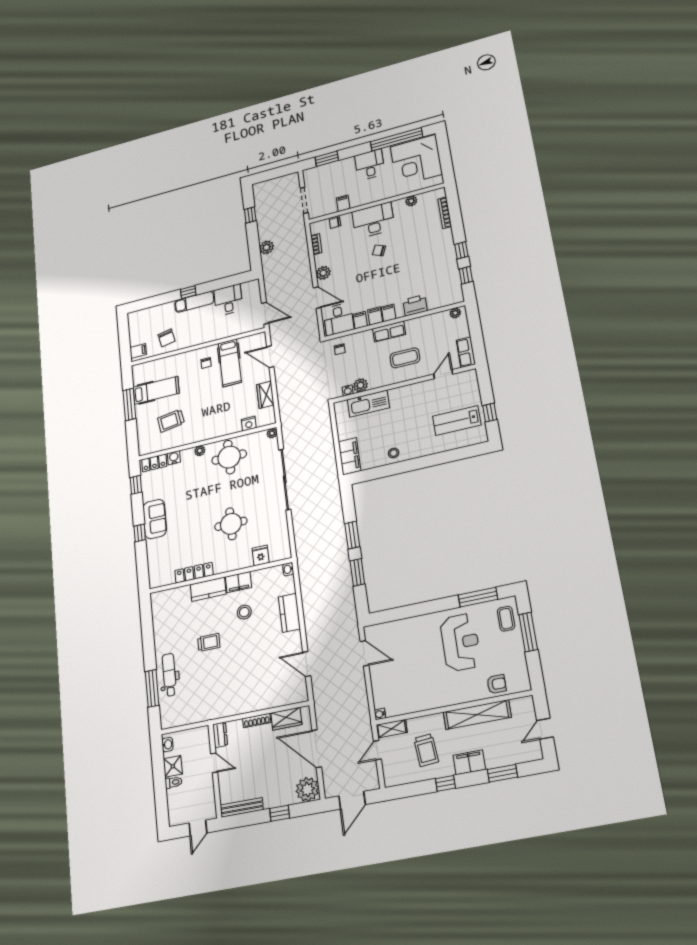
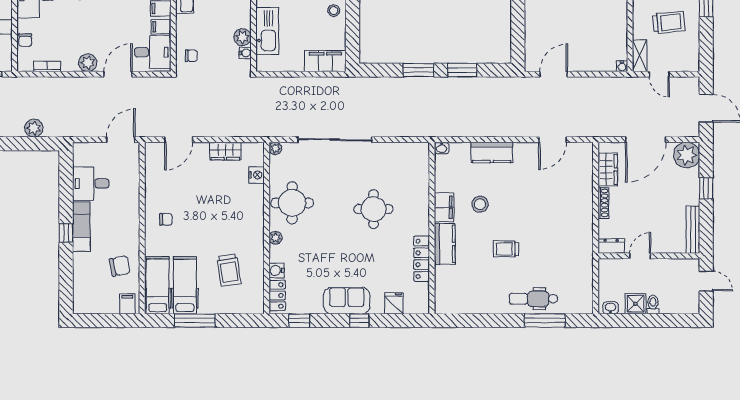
hospital bed: (230, 363) -> (158, 285), moved, turned -90
fridge: (261, 555) -> (394, 303), moved, turned 90
trolley: (209, 642) -> (506, 249), turned -90

